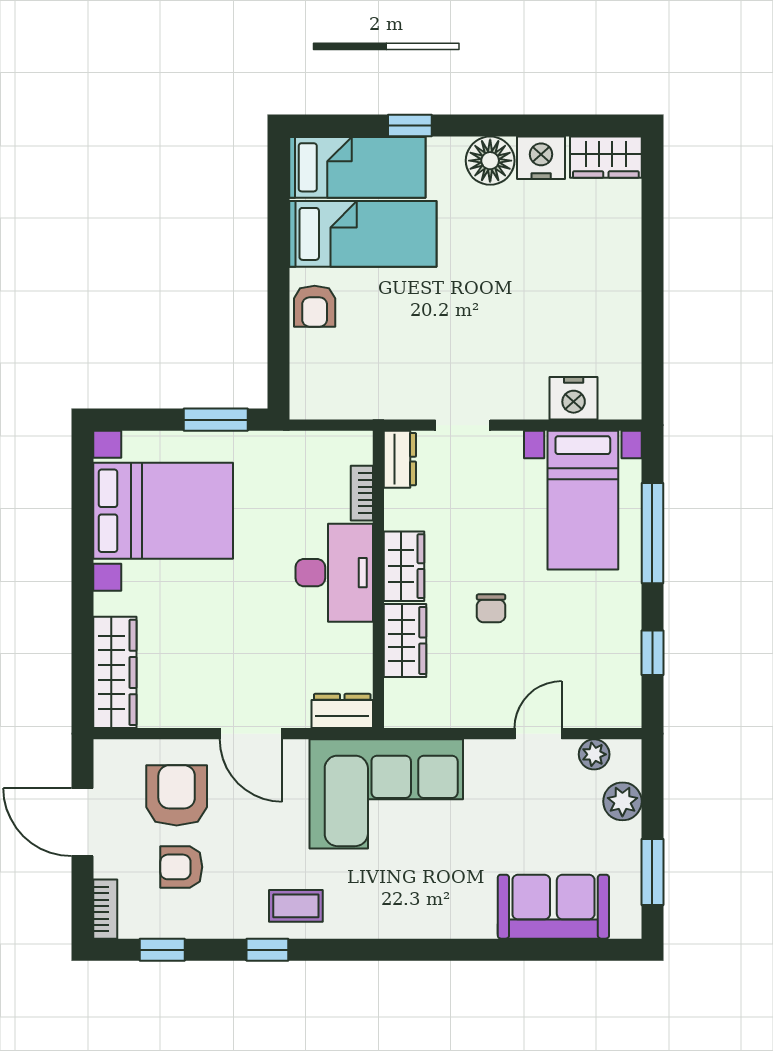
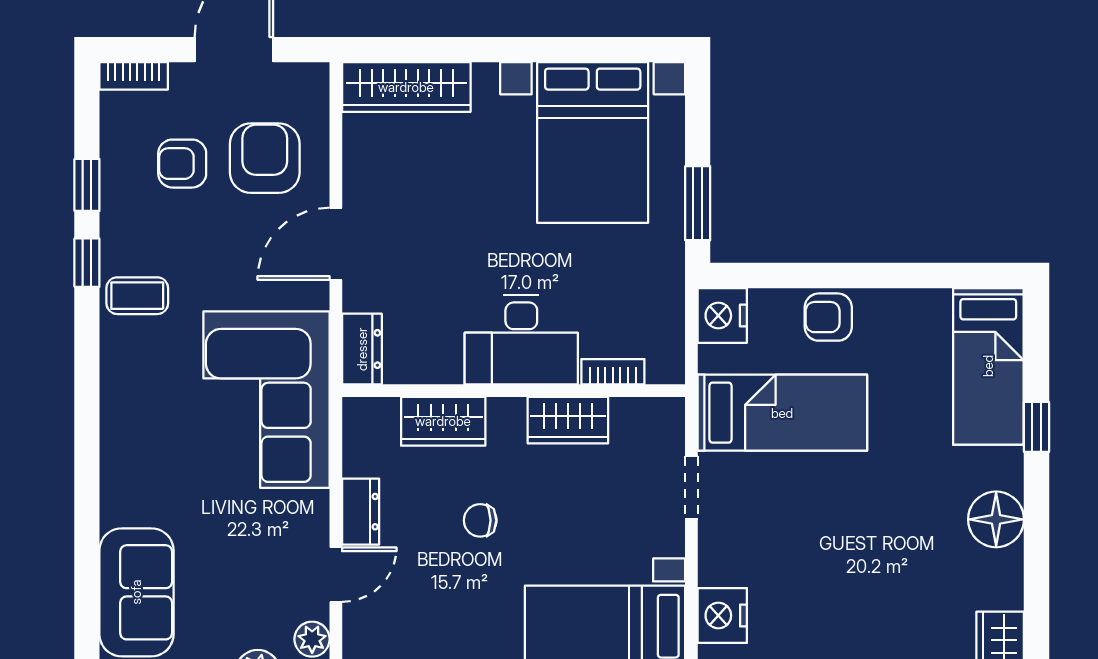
nightstand: (541, 158) -> (722, 316), moved, turned 180
bed: (363, 234) -> (782, 413), moved, turned -90
dresser: (400, 459) -> (361, 512), moved, turned -90
wardrobe: (404, 566) -> (568, 420), moved
door: (538, 734) -> (336, 575), hinge flipped
armchair: (177, 795) -> (265, 158), turned -90
armchair: (181, 867) -> (182, 164), turned -90
coffee table: (296, 906) -> (137, 296), turned 90
window: (162, 950) -> (87, 185), moved

